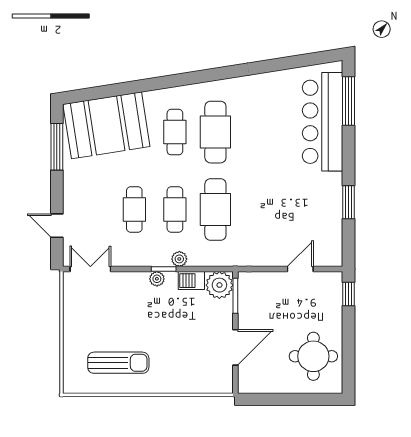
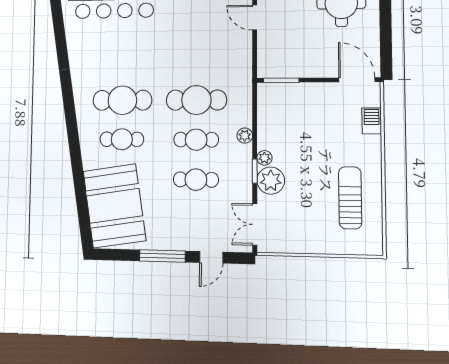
window: (57, 147) -> (162, 256), moved
window: (164, 269) -> (255, 171), moved
barbecue: (191, 281) -> (372, 121), moved, turned 180
plant: (219, 285) -> (271, 181), moved
door: (235, 347) -> (357, 80), moved

